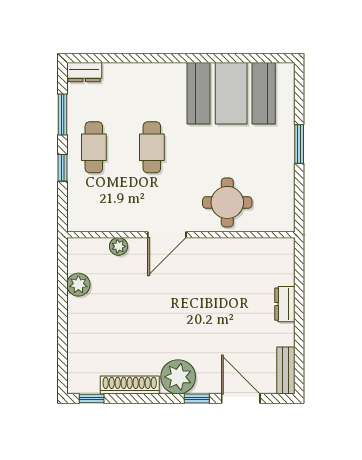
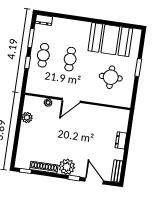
round table: (227, 202) -> (111, 77), moved

